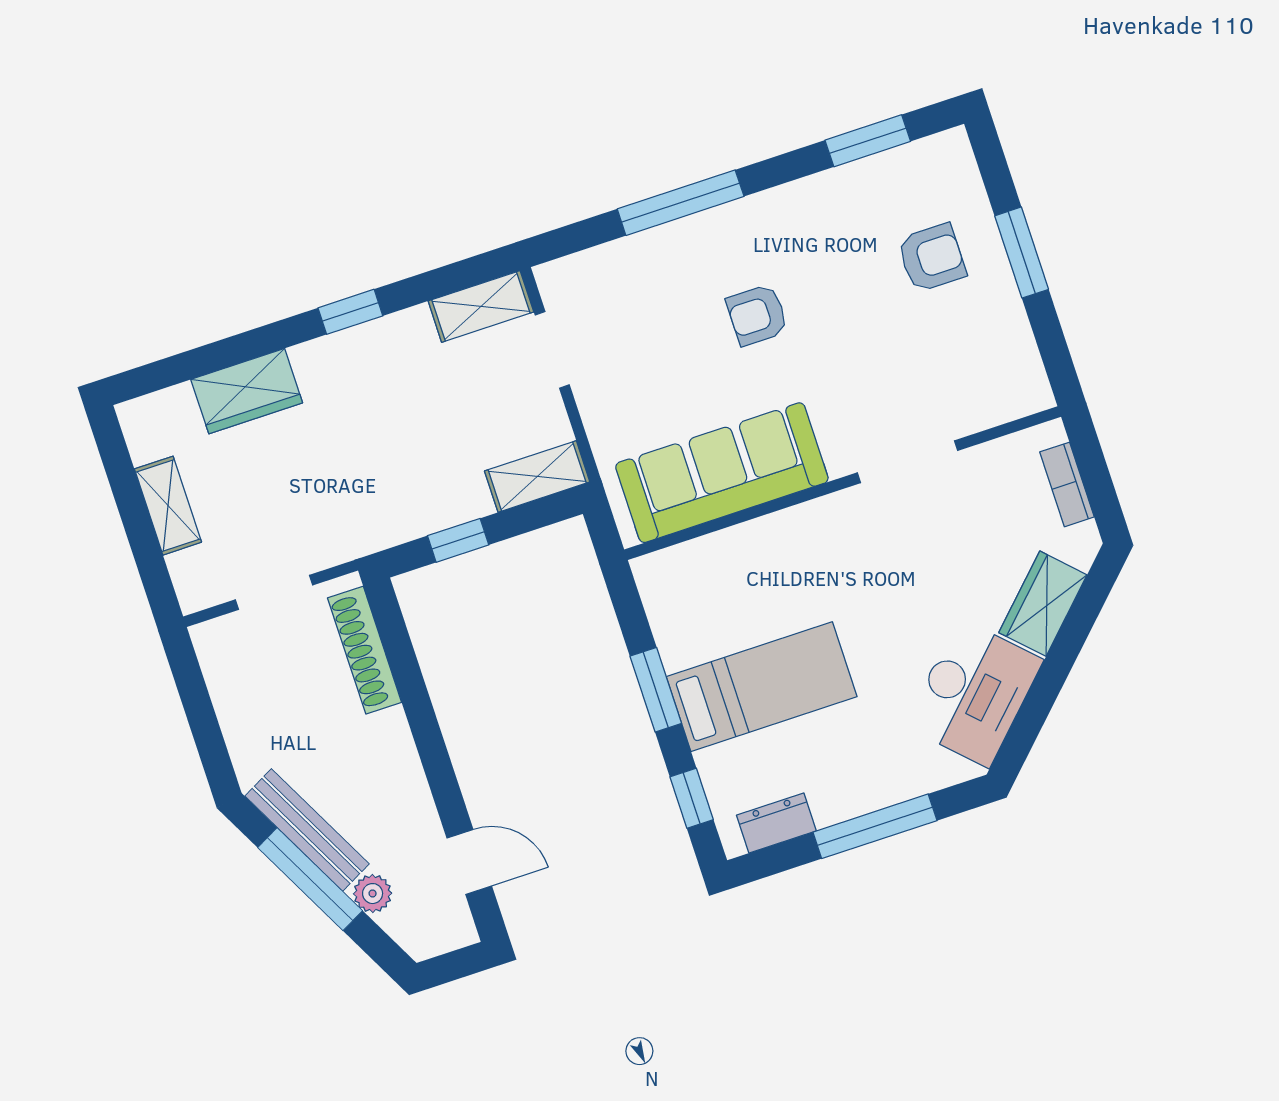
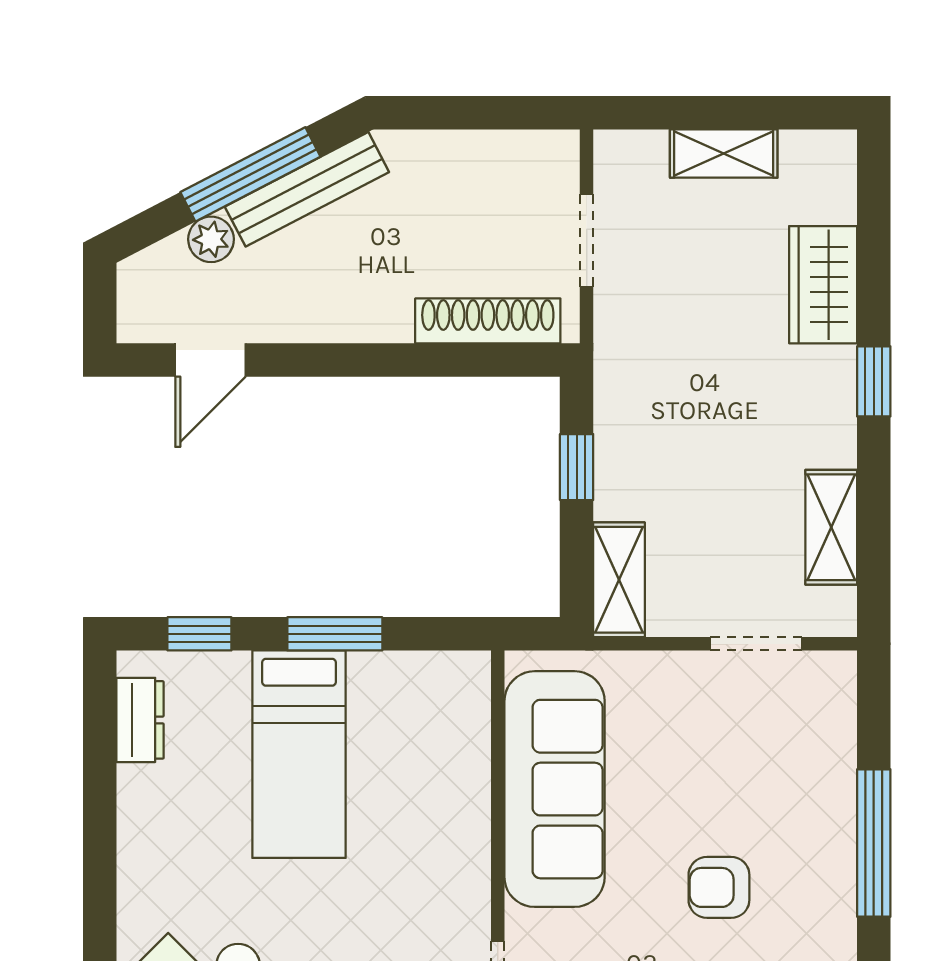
shelving: (481, 306) -> (831, 527), moved
window: (350, 312) -> (874, 381), moved
armchair: (757, 315) -> (719, 887), turned -90
window: (875, 826) -> (100, 830), removed

